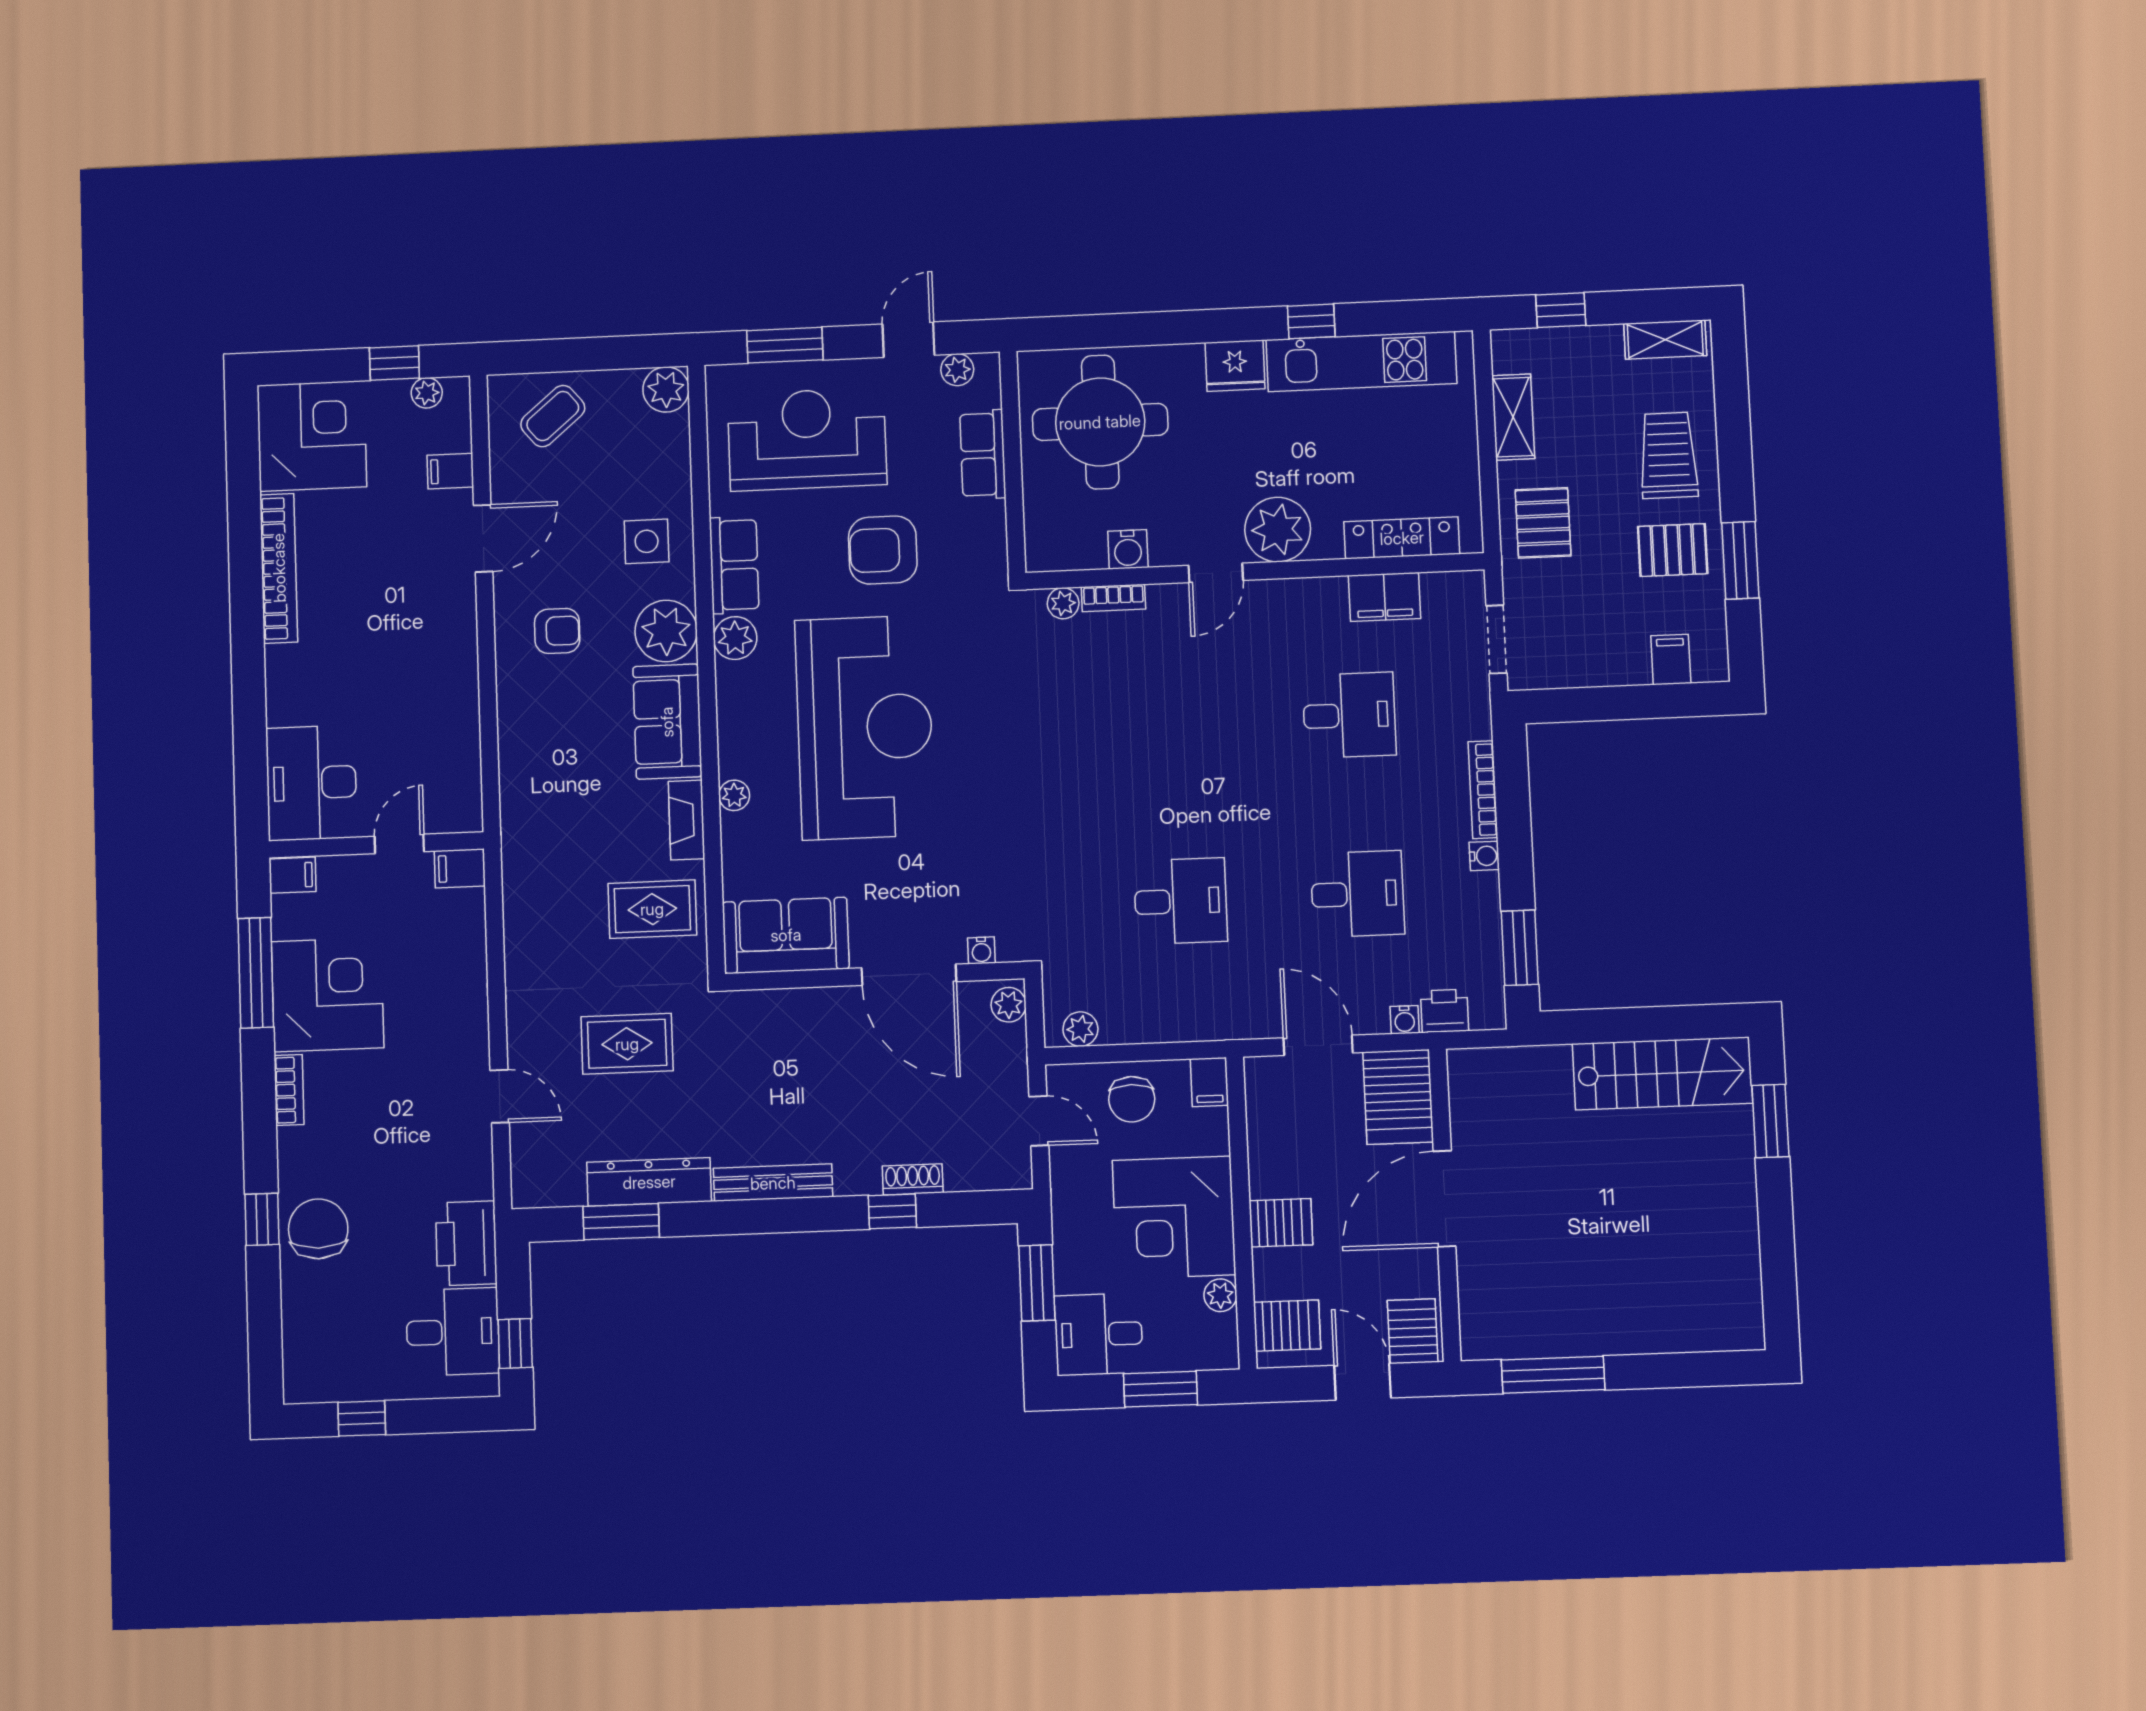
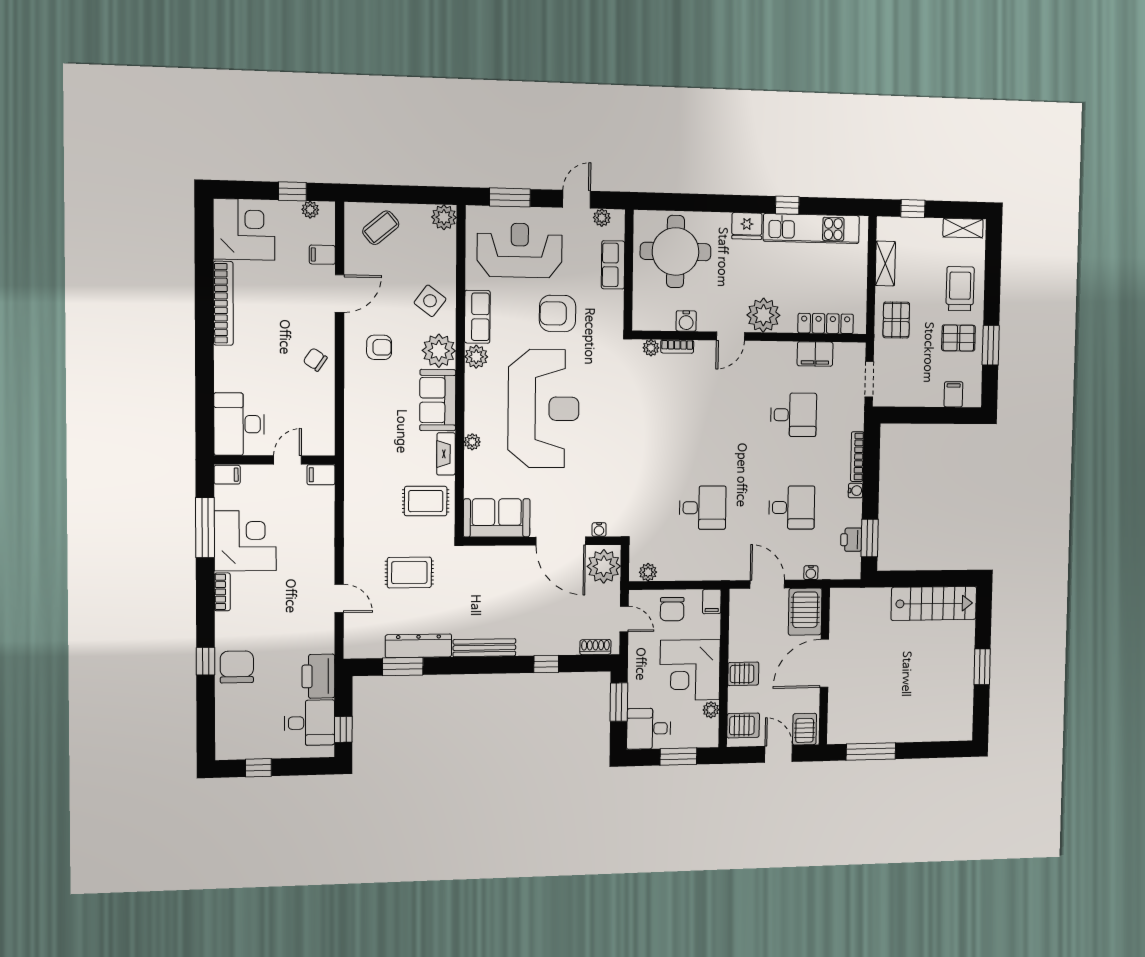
side table: (647, 541) -> (430, 301), turned 37
chair: (443, 659) -> (315, 360), added
plant: (1009, 1005) -> (604, 566), width x1.87, depth x1.87
printer: (1445, 1011) -> (851, 540), moved, turned -90
window: (1770, 1121) -> (982, 667), moved
shoe rack: (913, 1179) -> (595, 647), moved

